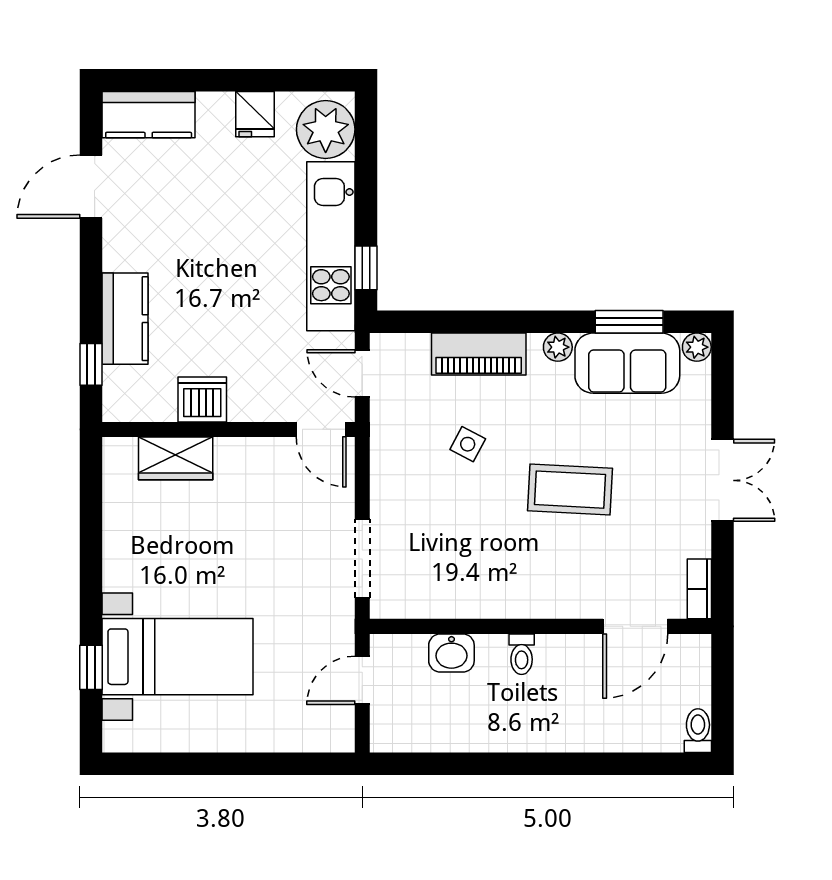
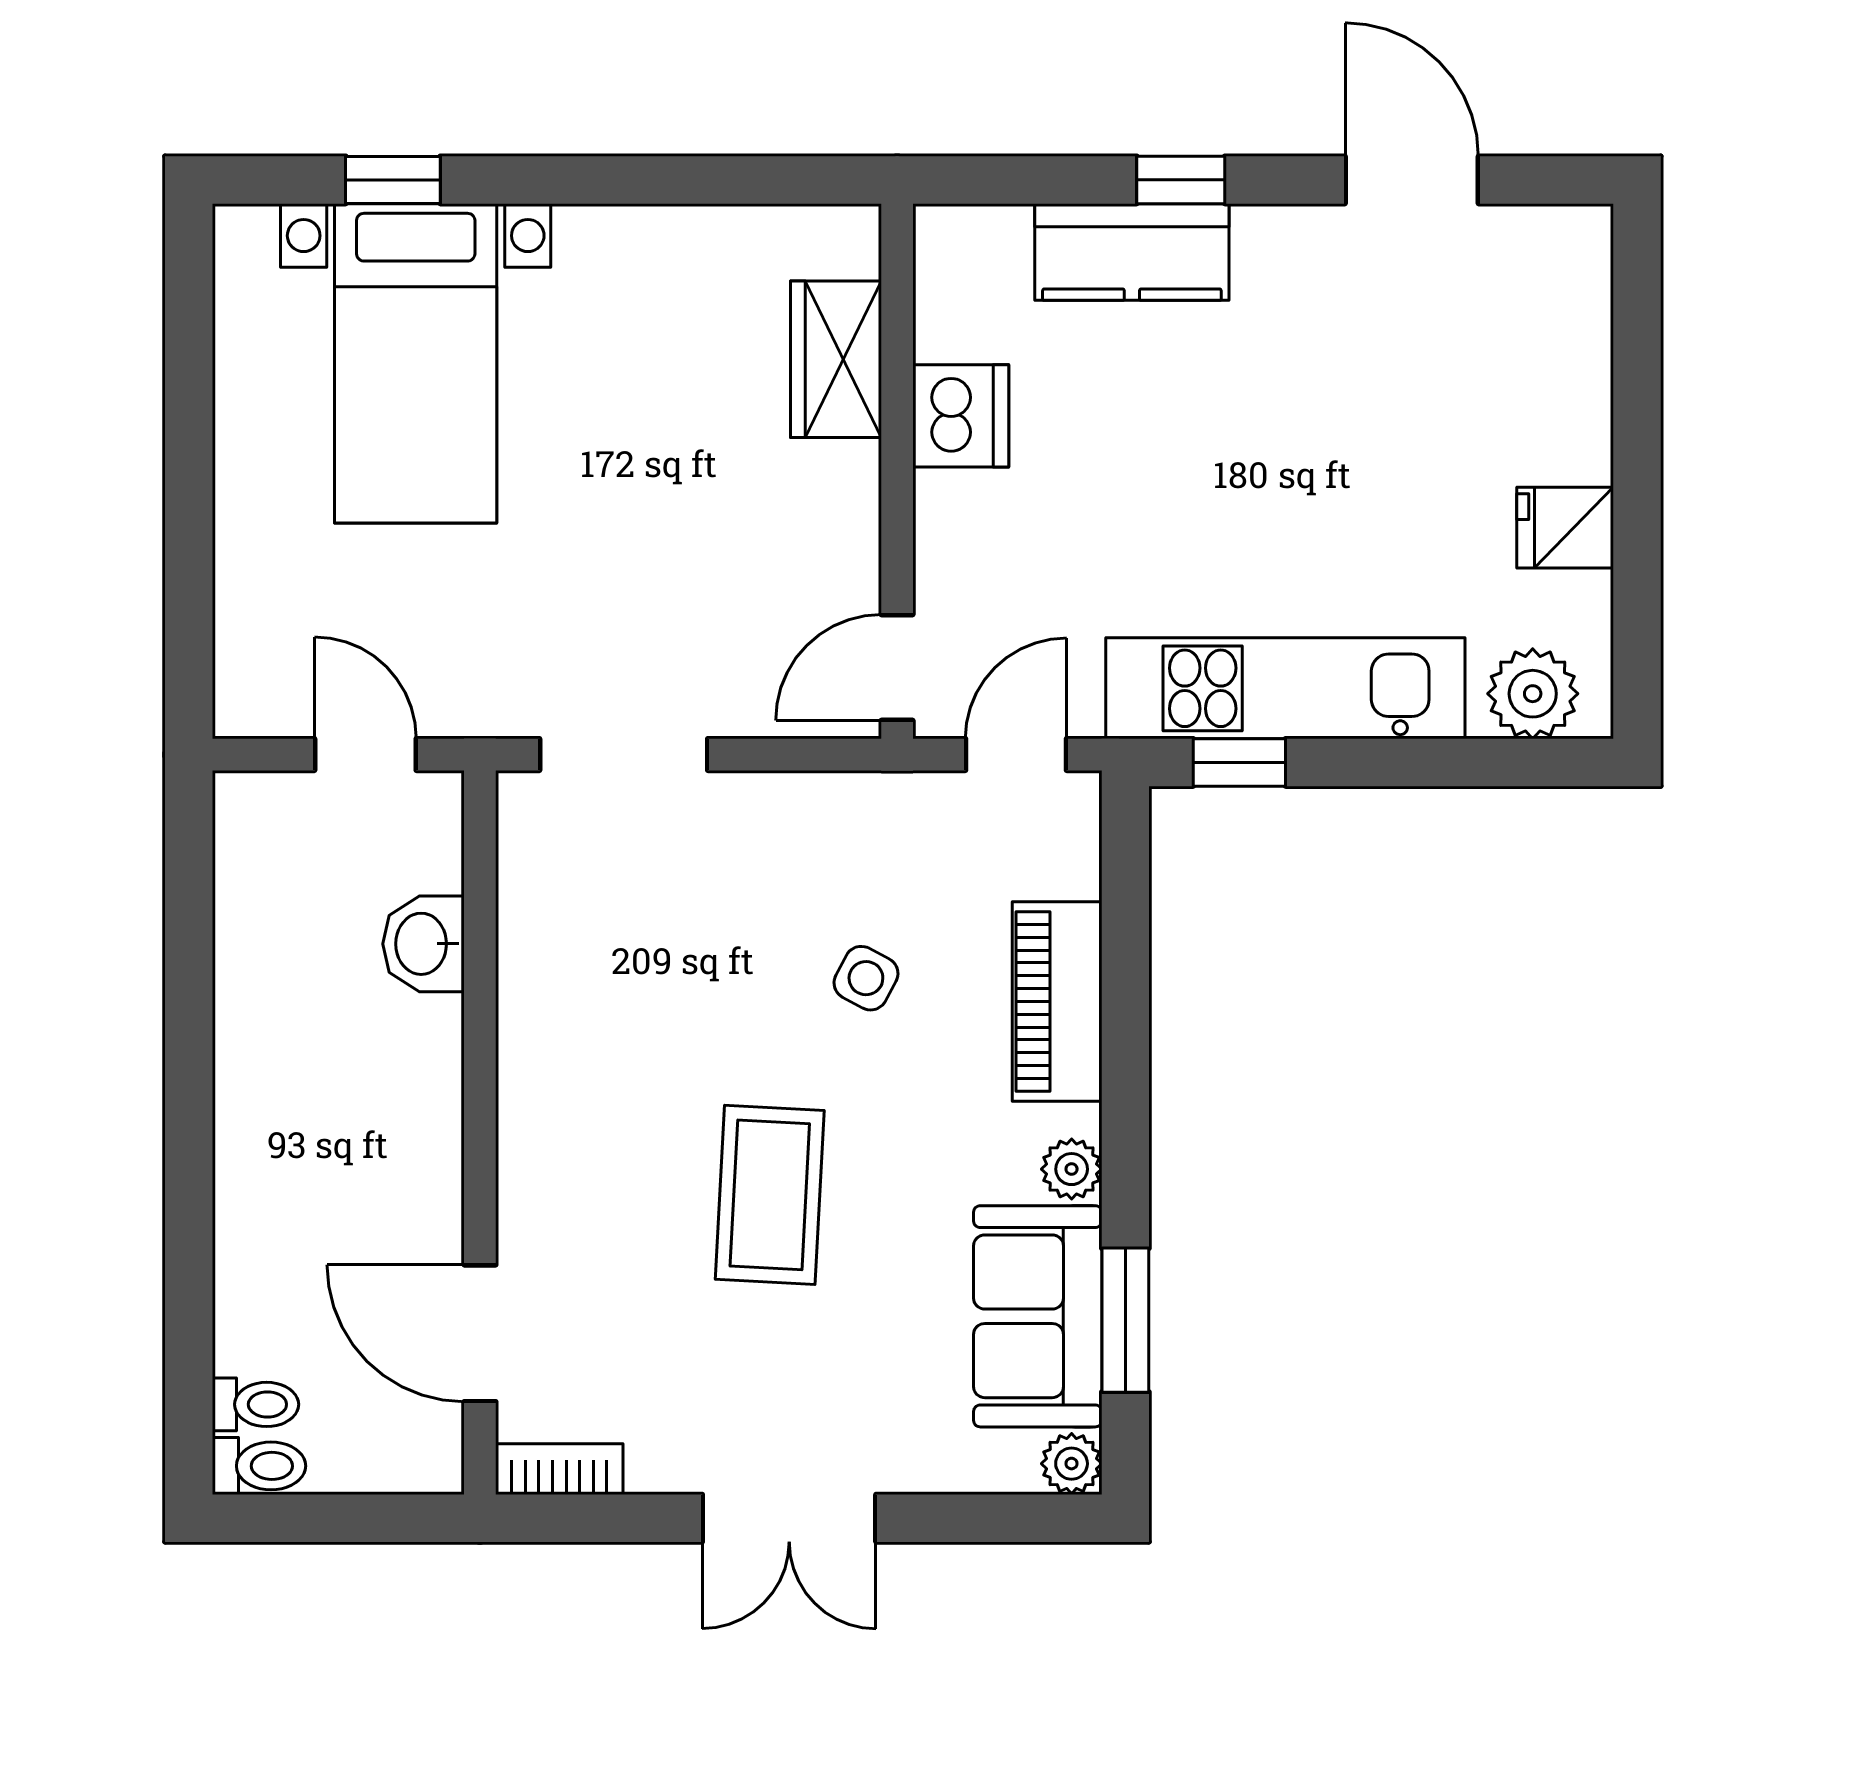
kitchen counter: (149, 115) -> (1564, 302), removed
plant: (326, 129) -> (1533, 694), width x0.73, depth x0.73
window: (91, 364) -> (1181, 180), moved
toilet: (522, 654) -> (255, 1404), moved, turned 180

